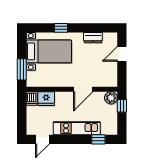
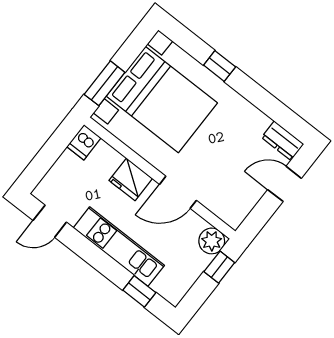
dresser: (93, 38) -> (283, 141), moved
bed with nightstands: (49, 51) -> (162, 100), width x1.36
fridge: (46, 99) -> (131, 179), moved

